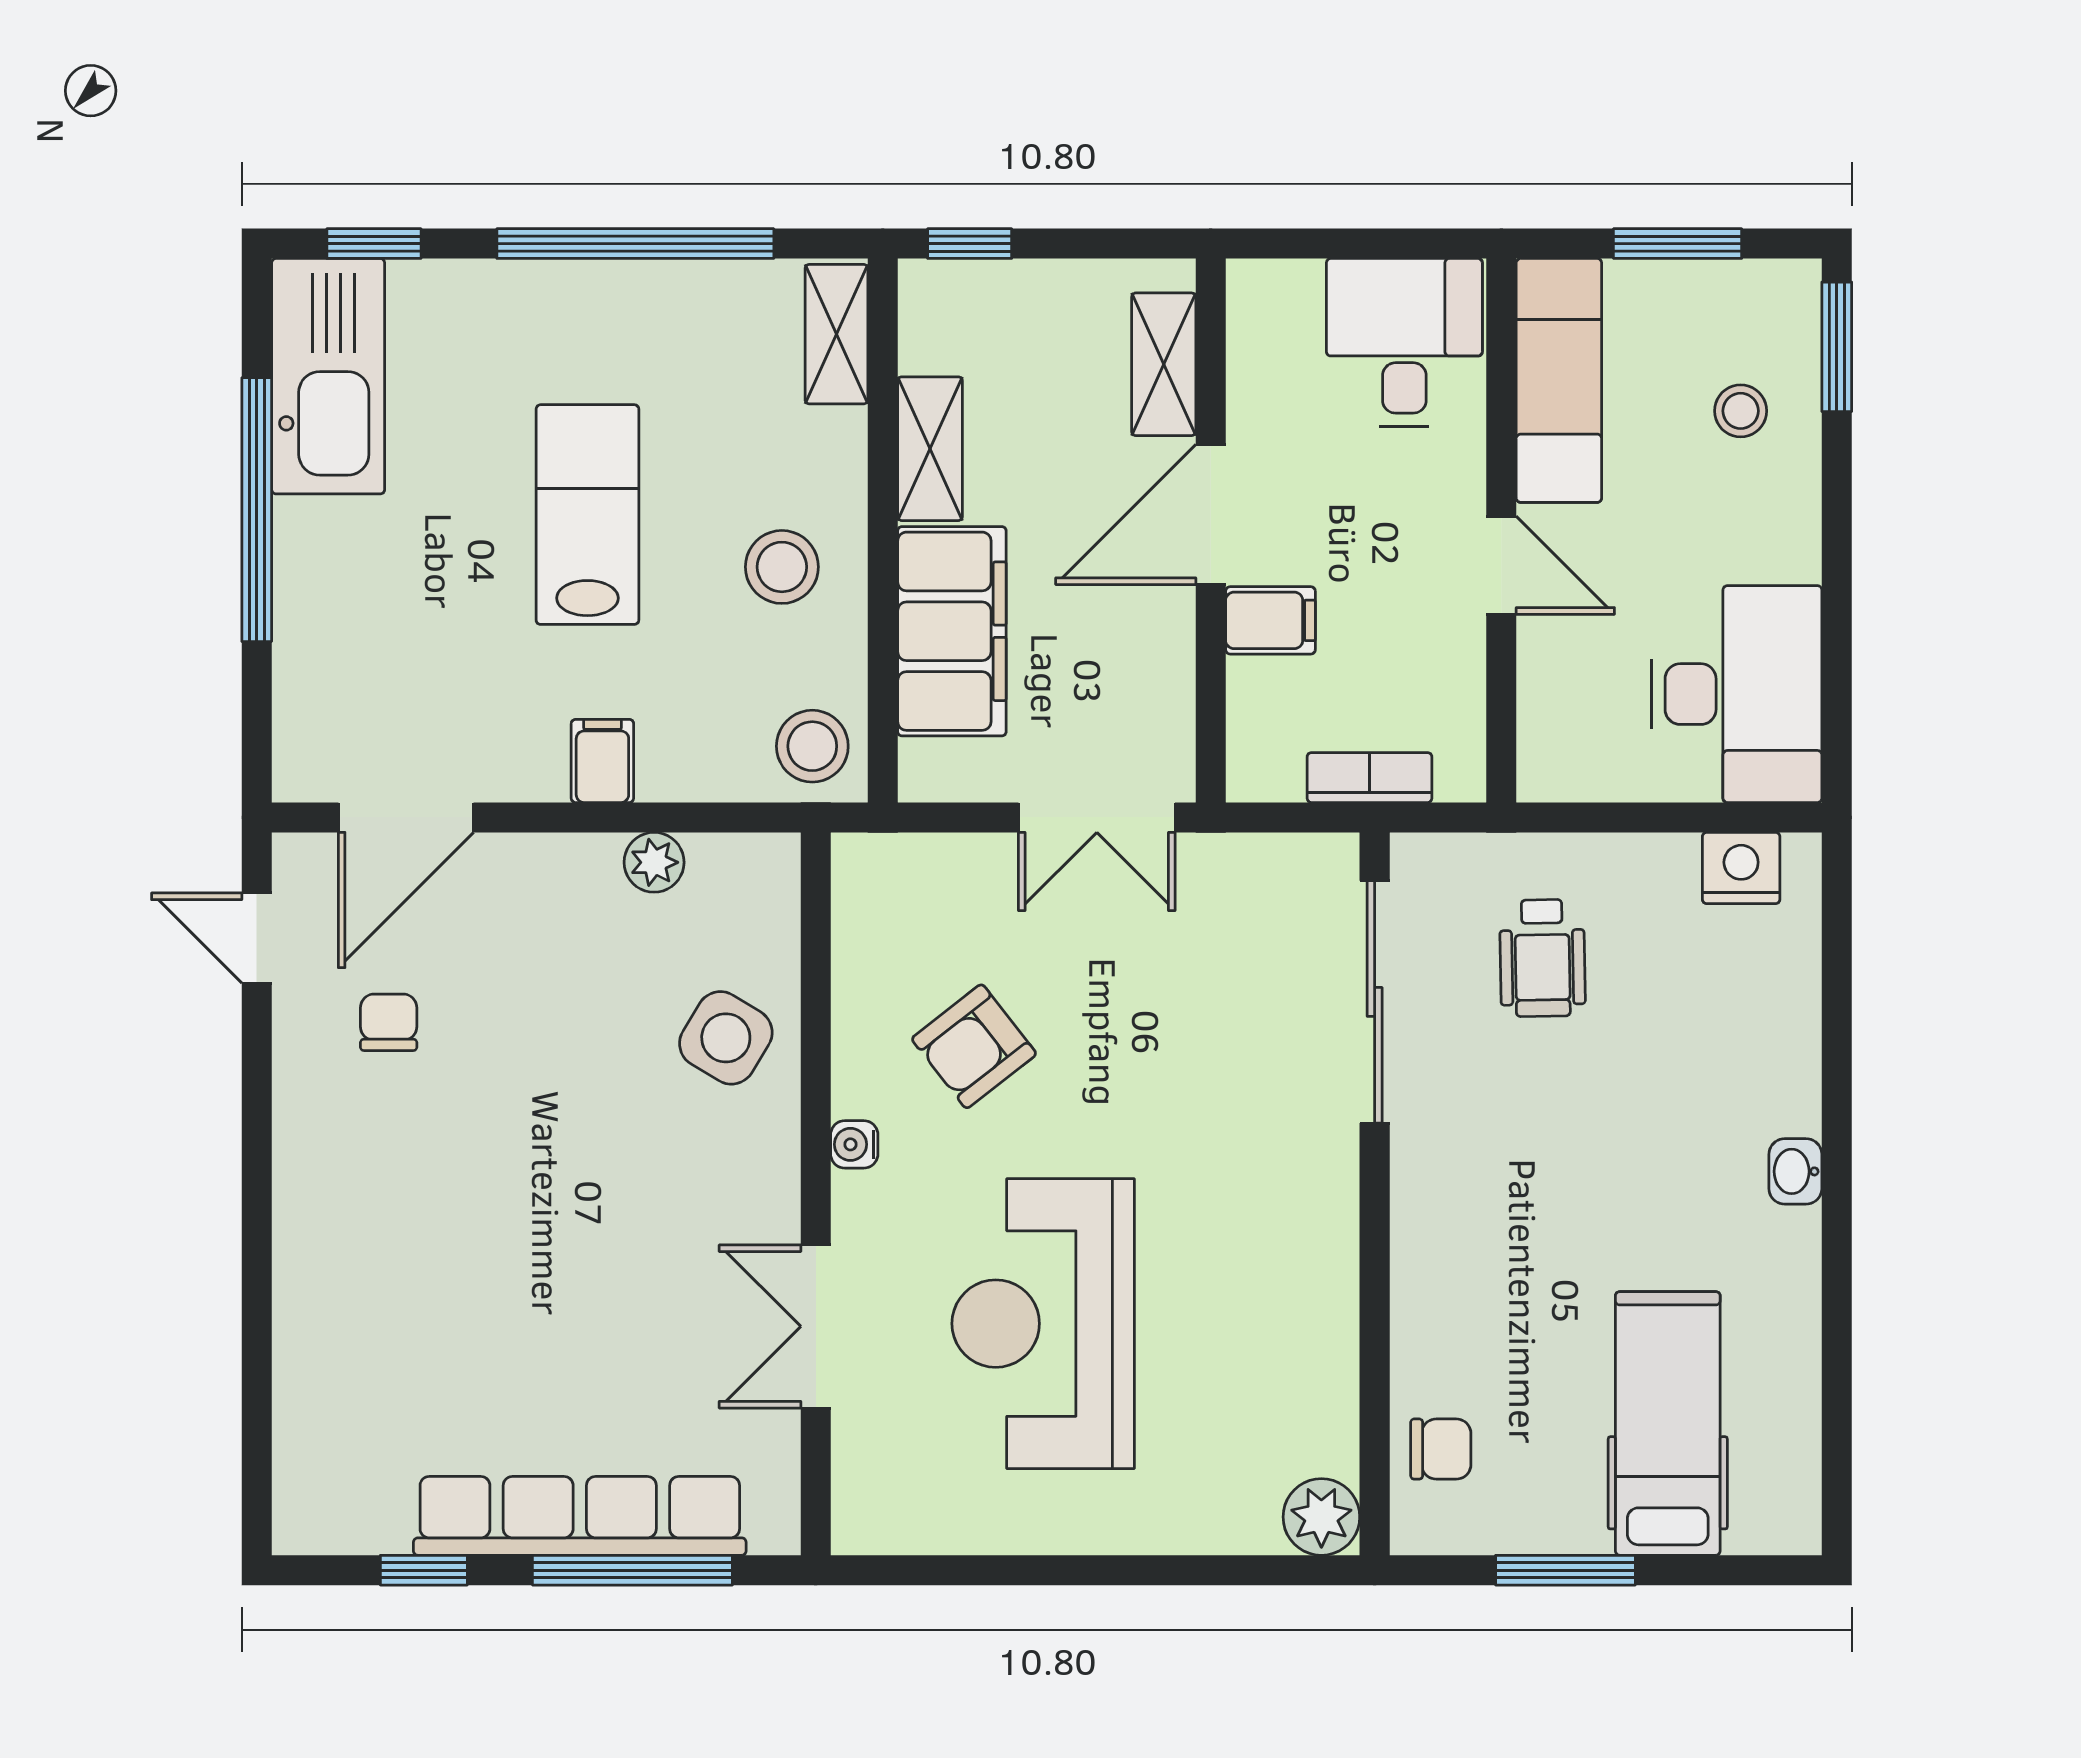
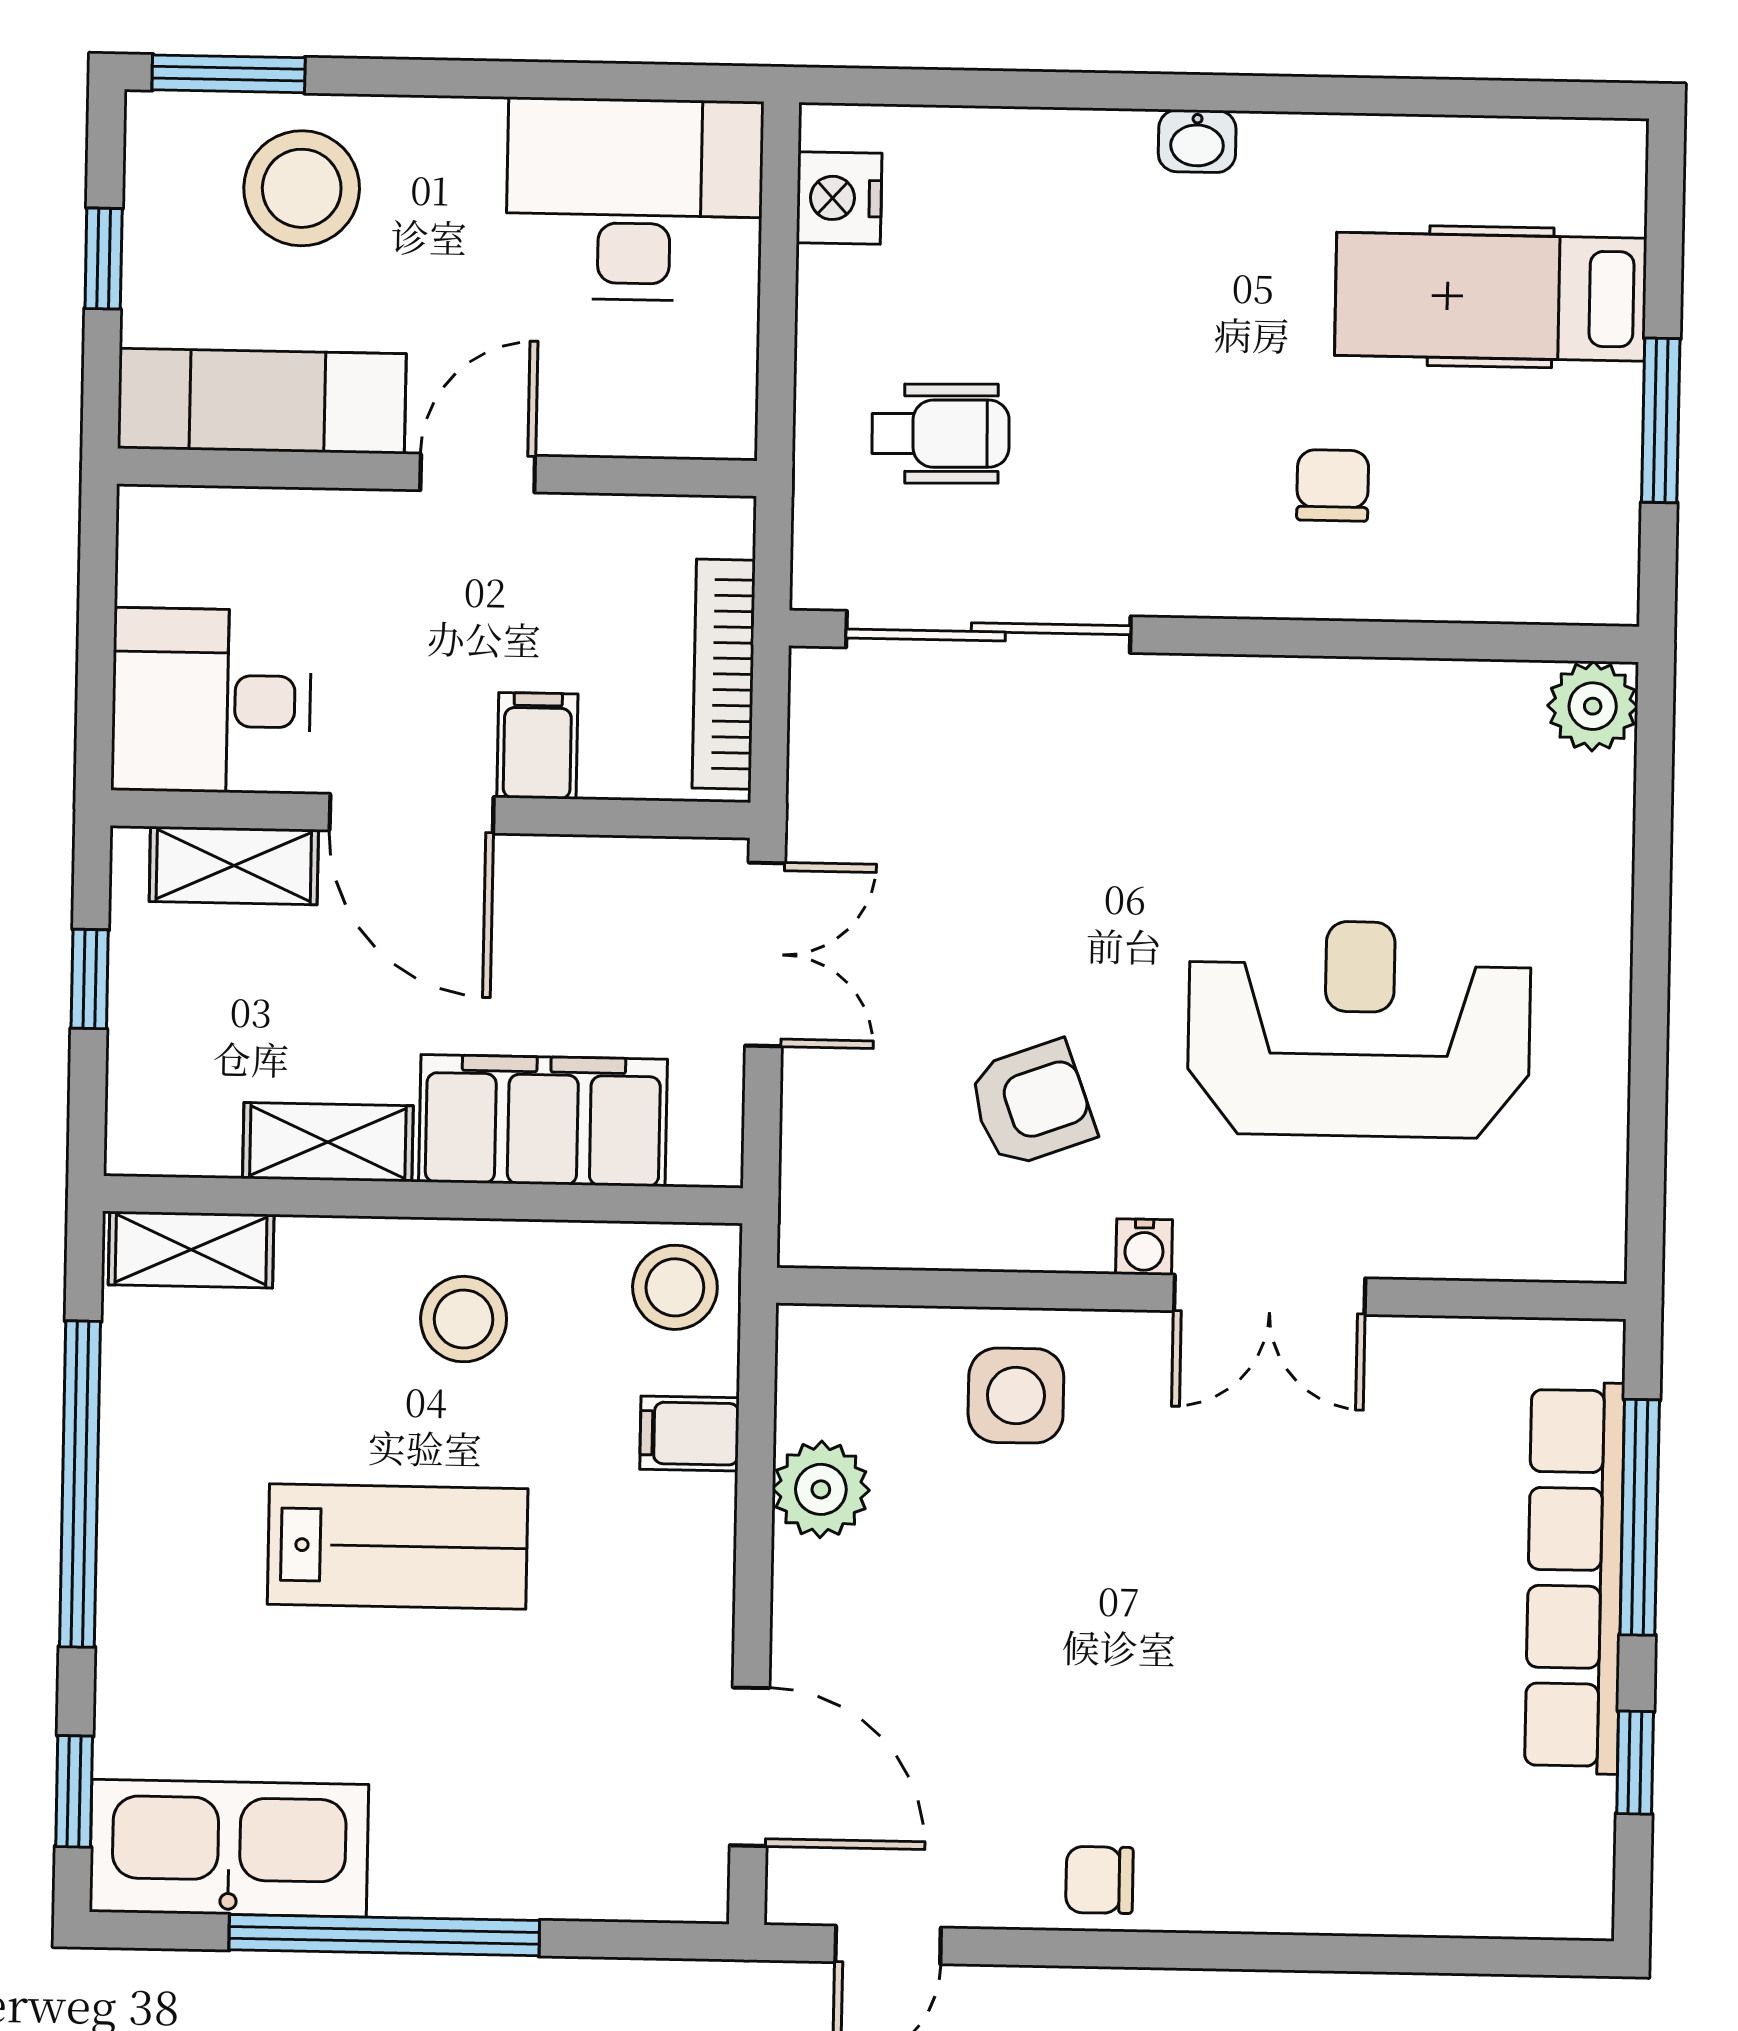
window: (970, 244) -> (90, 979), moved
window: (1678, 244) -> (104, 259), width x0.67
desk: (1404, 343) -> (211, 701), moved
stool: (1741, 411) -> (302, 188), width x1.89, depth x1.89
lab bench: (587, 515) -> (398, 1546), turned 180
filing cabinet: (602, 761) -> (689, 1433), moved
bookcase: (1369, 778) -> (724, 674), width x1.56
plant: (654, 862) -> (821, 1489), width x1.38, depth x1.38
chair: (389, 1022) -> (1099, 1880), moved
side table: (726, 1038) -> (1016, 1396), turned -31
armchair: (974, 1046) -> (1031, 1104), turned -72
reception desk: (1043, 1324) -> (1359, 1029), turned 180
double door: (816, 1326) -> (1270, 1295), moved
chair: (1441, 1449) -> (1333, 485), moved

